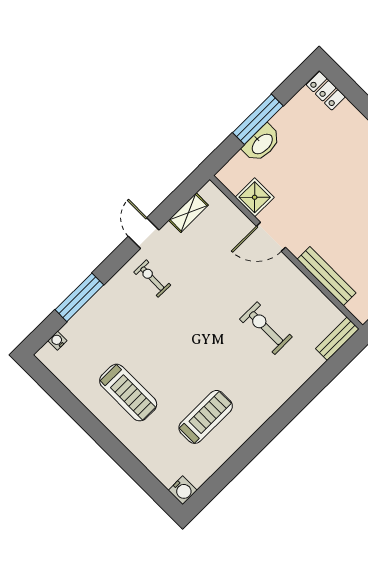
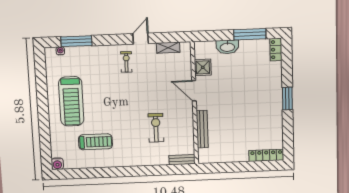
window: (258, 119) -> (250, 34), moved
window: (79, 297) -> (76, 41), moved
treadmill: (128, 393) -> (71, 101), width x1.37, depth x1.38

